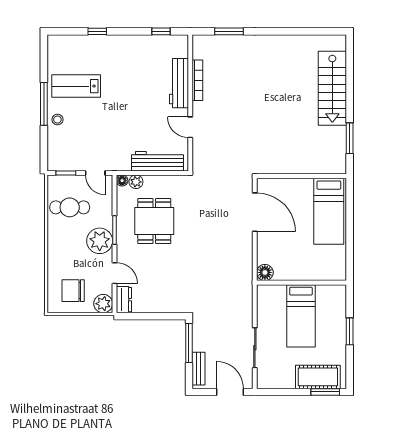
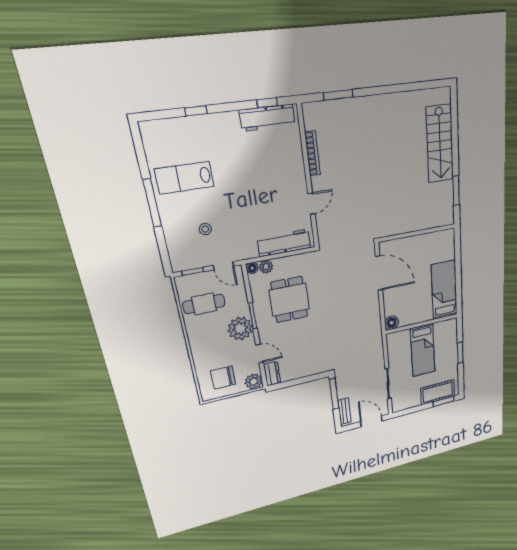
workbench: (179, 83) -> (267, 118), moved, turned -90
stool: (57, 120) -> (205, 229), moved
door: (190, 127) -> (311, 204), swing flipped
bed: (329, 211) -> (444, 290), moved, turned 180

